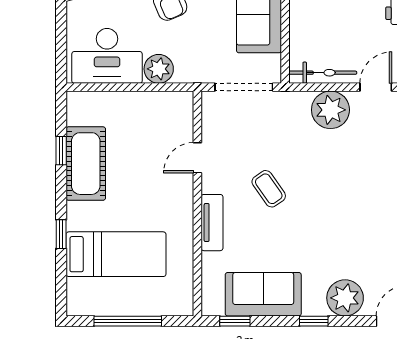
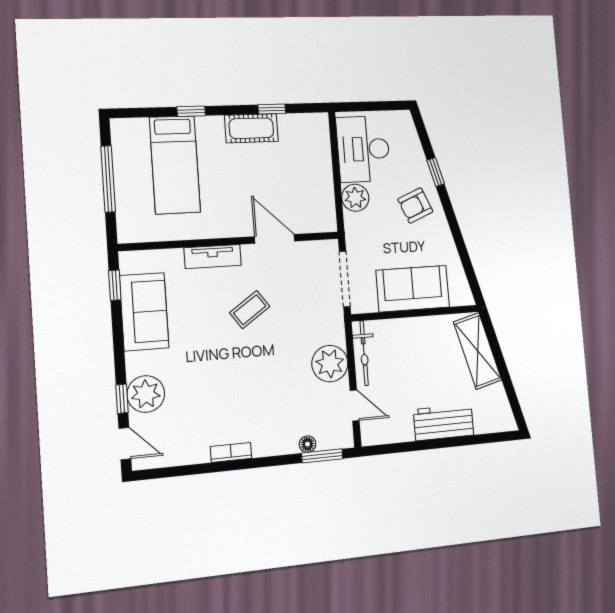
door: (197, 158) -> (275, 239), width x1.38
cot: (86, 164) -> (251, 128), width x0.73, depth x0.75
window: (314, 321) -> (122, 399), moved

